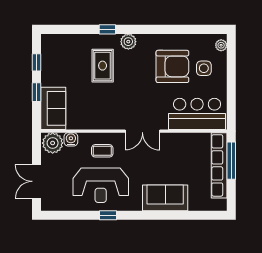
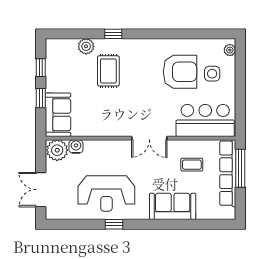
plant: (128, 42) -> (86, 46), moved
coffee table: (102, 151) -> (192, 165), moved

